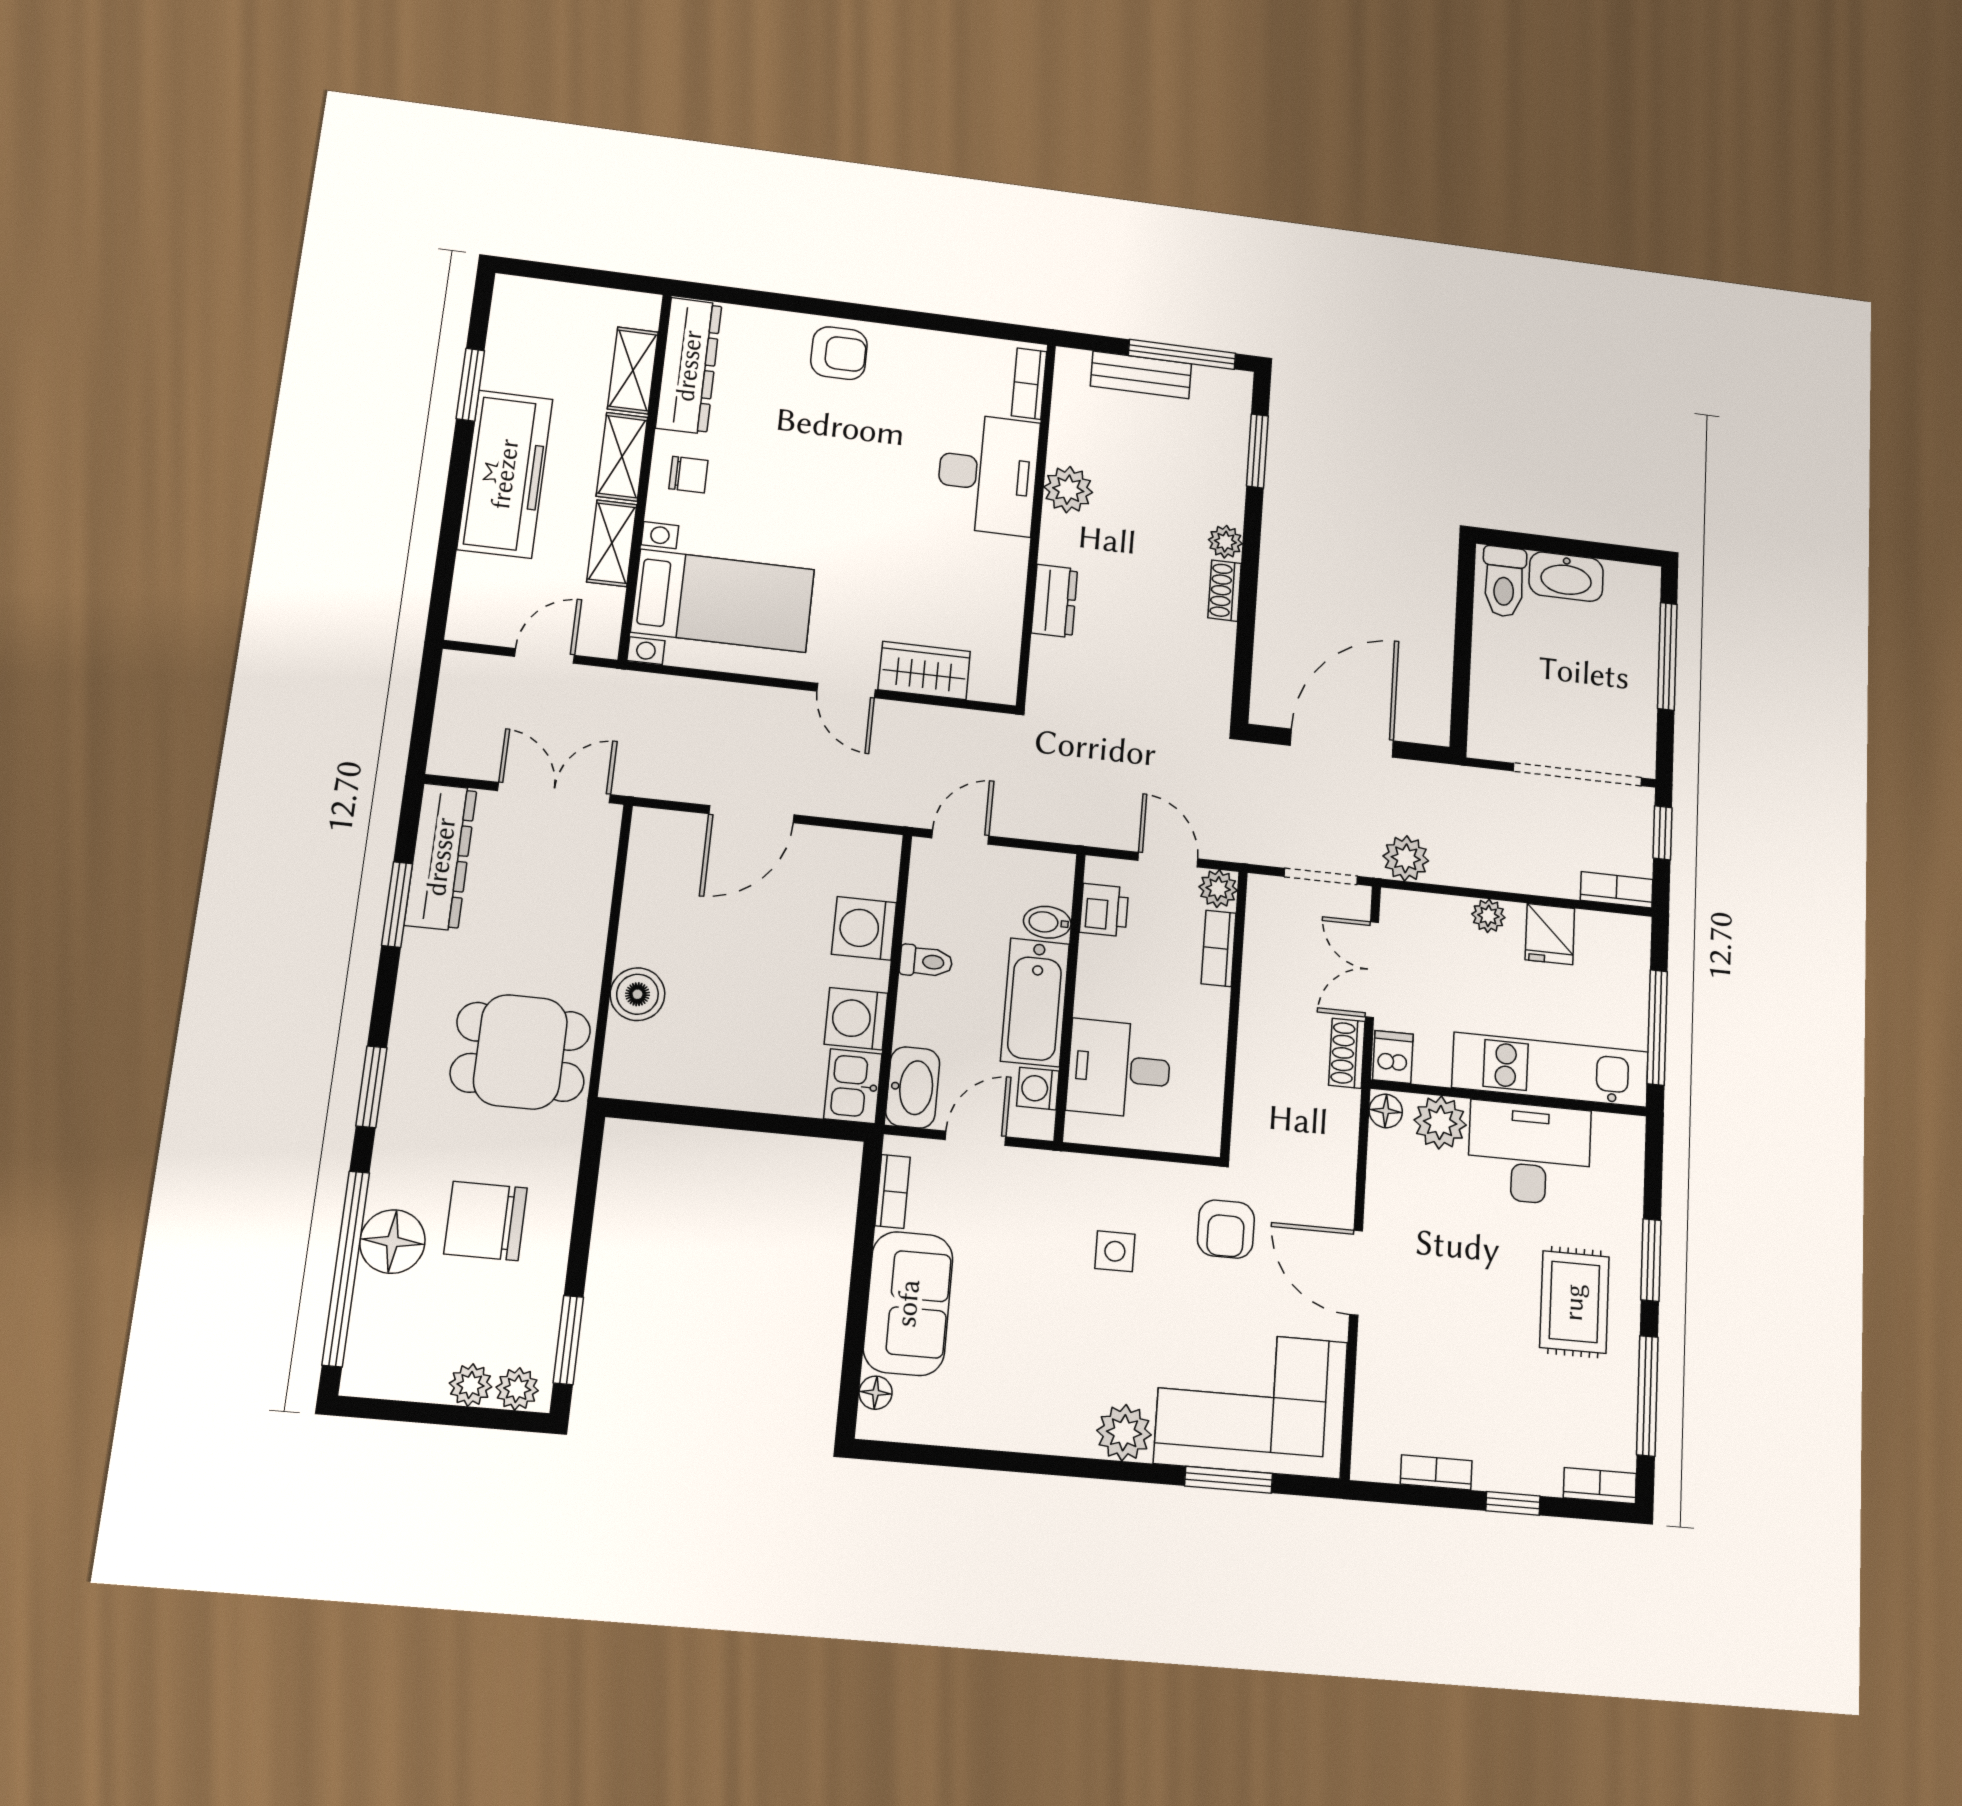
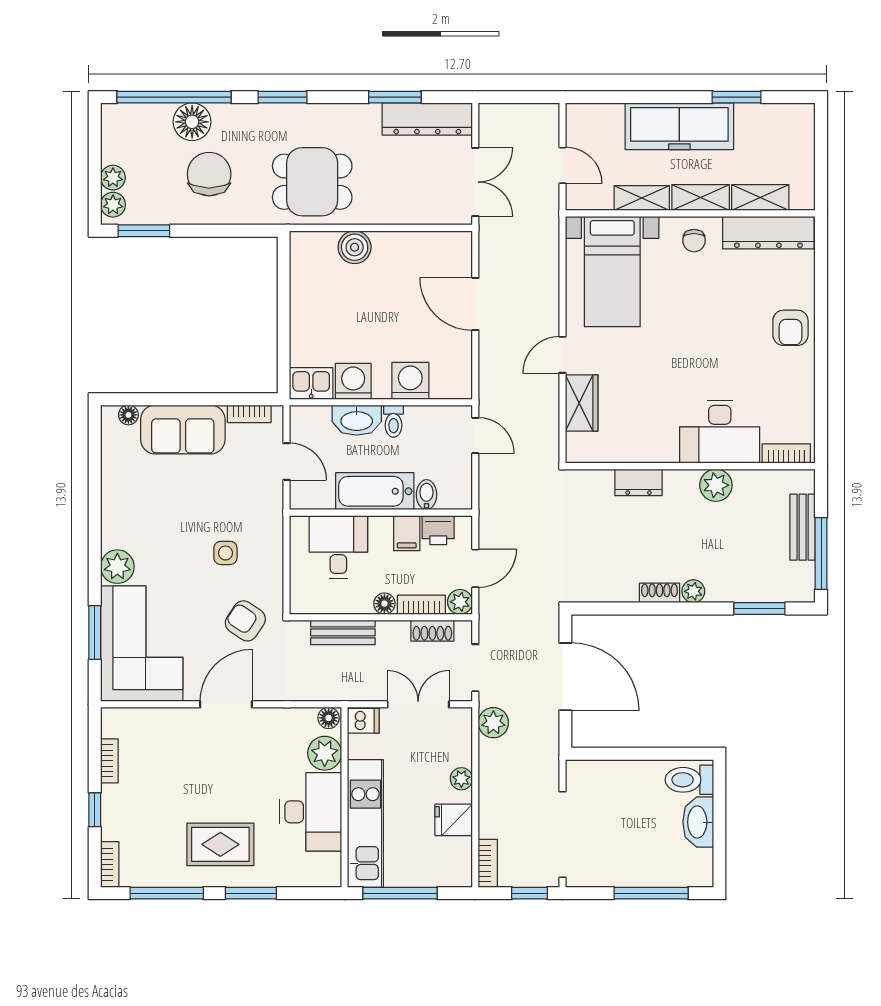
filing cabinet: (1105, 959) -> (407, 533), added
floor lamp: (1213, 1005) -> (384, 604), added
dining table: (520, 1052) -> (312, 182), turned 90
shoe rack: (1347, 1053) -> (432, 631), moved, turned 180
bench: (1254, 1075) -> (343, 632), added
washbasin: (913, 1087) -> (357, 420), moved
washing machine: (1038, 1089) -> (321, 497), removed
armchair: (1226, 1229) -> (245, 621), turned 34

